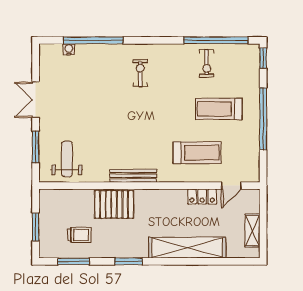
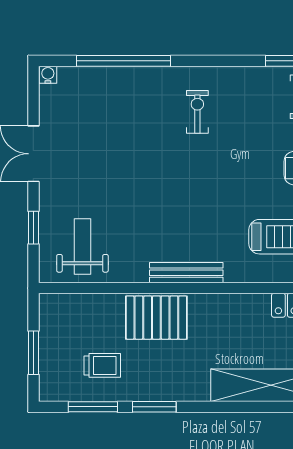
water cooler: (69, 49) -> (48, 75), moved
window: (36, 147) -> (33, 228), width x0.67
window: (129, 261) -> (154, 407), moved

